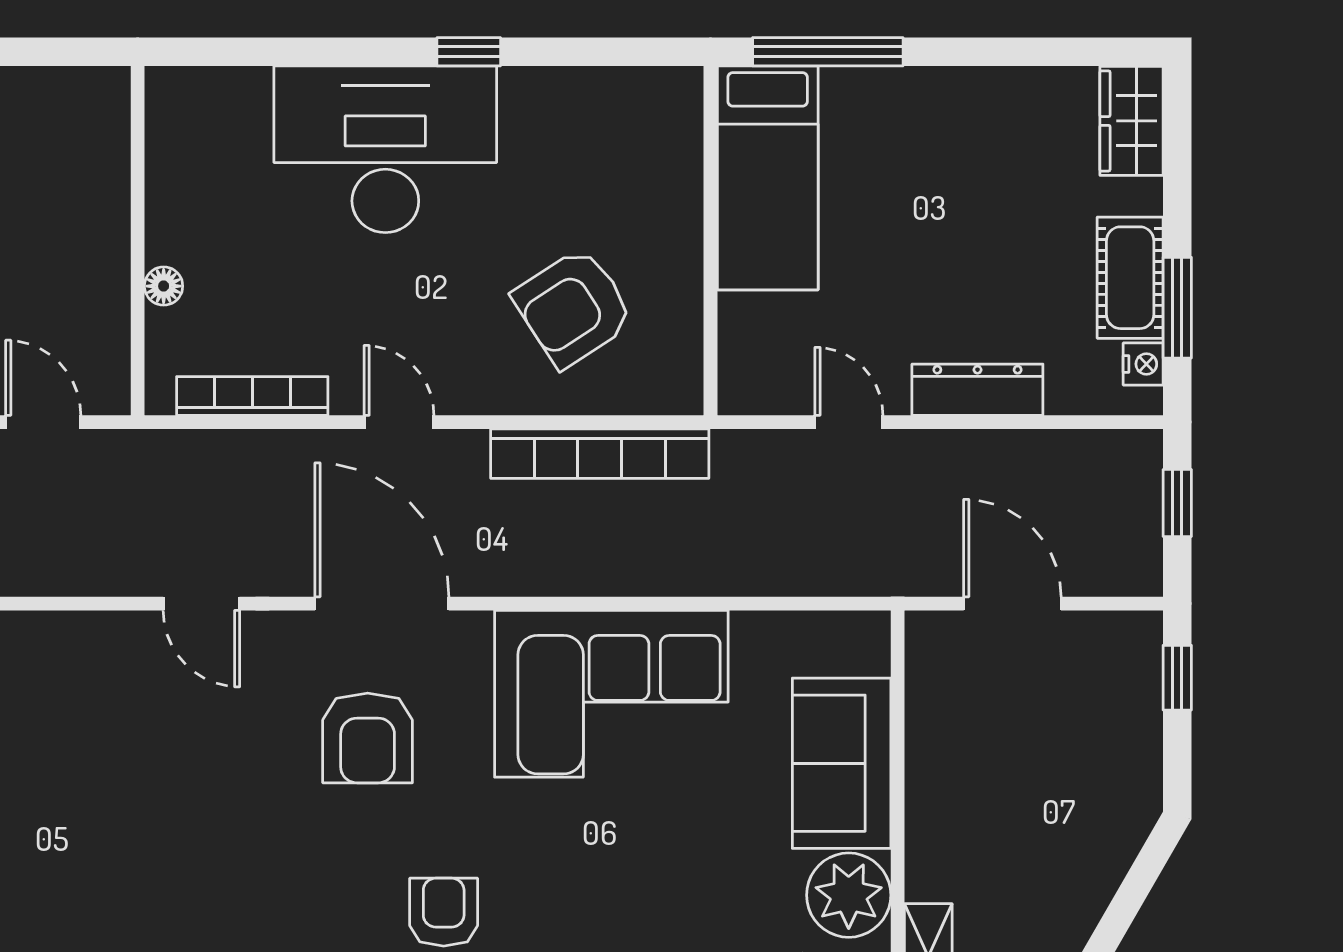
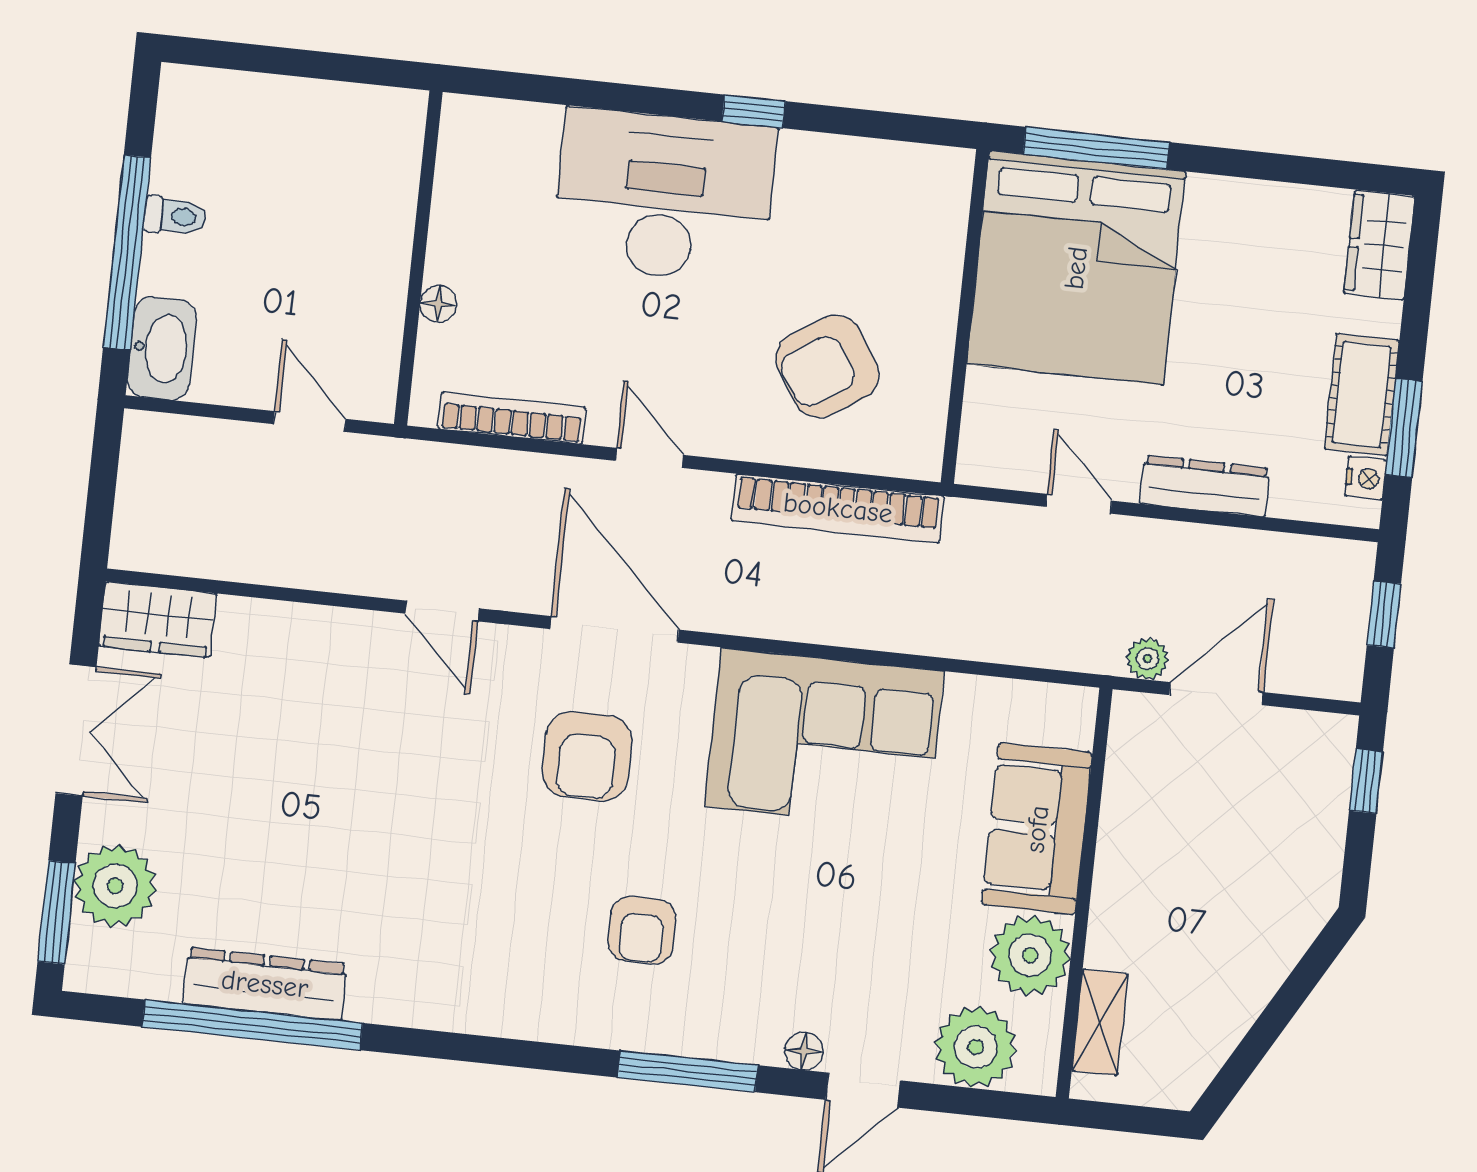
bed: (768, 178) -> (1076, 268), width x2.04
plant: (937, 575) -> (1147, 659), added
door: (1012, 604) -> (1216, 694), hinge flipped
armchair: (444, 912) -> (642, 930), turned 180

